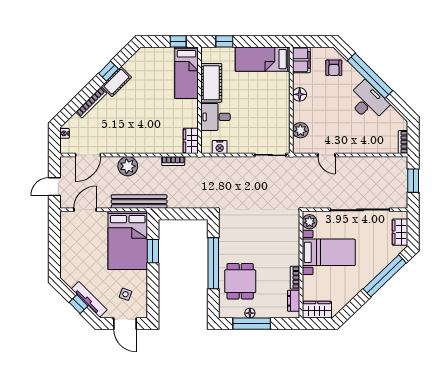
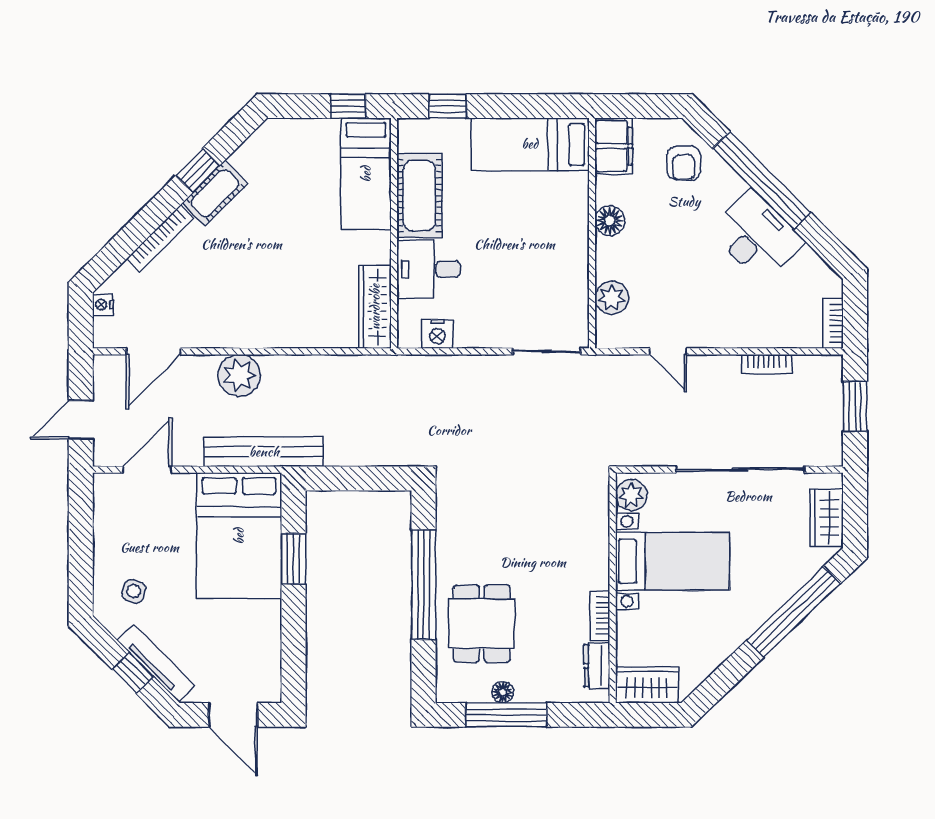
wardrobe: (191, 141) -> (375, 307), width x1.50
bookcase: (173, 161) -> (766, 364), moved
side table: (125, 294) -> (134, 591), moved

